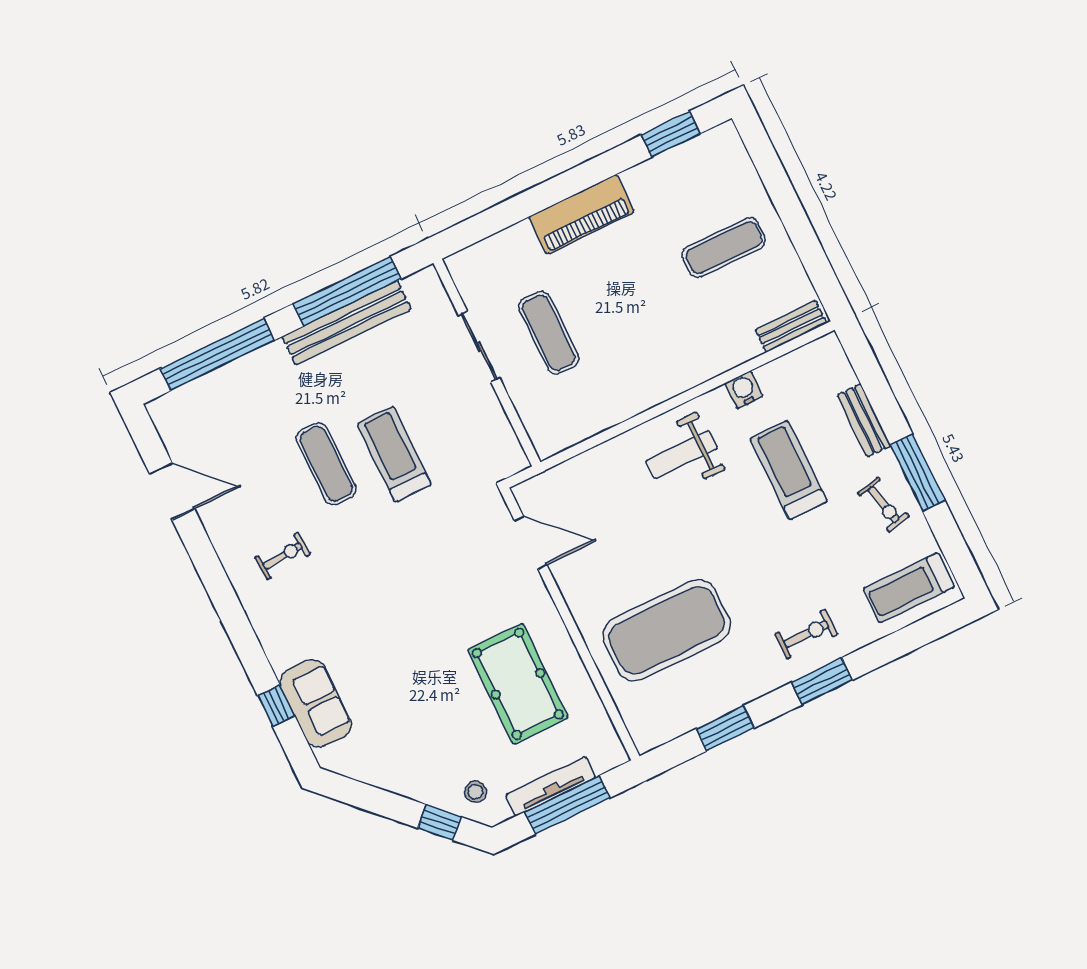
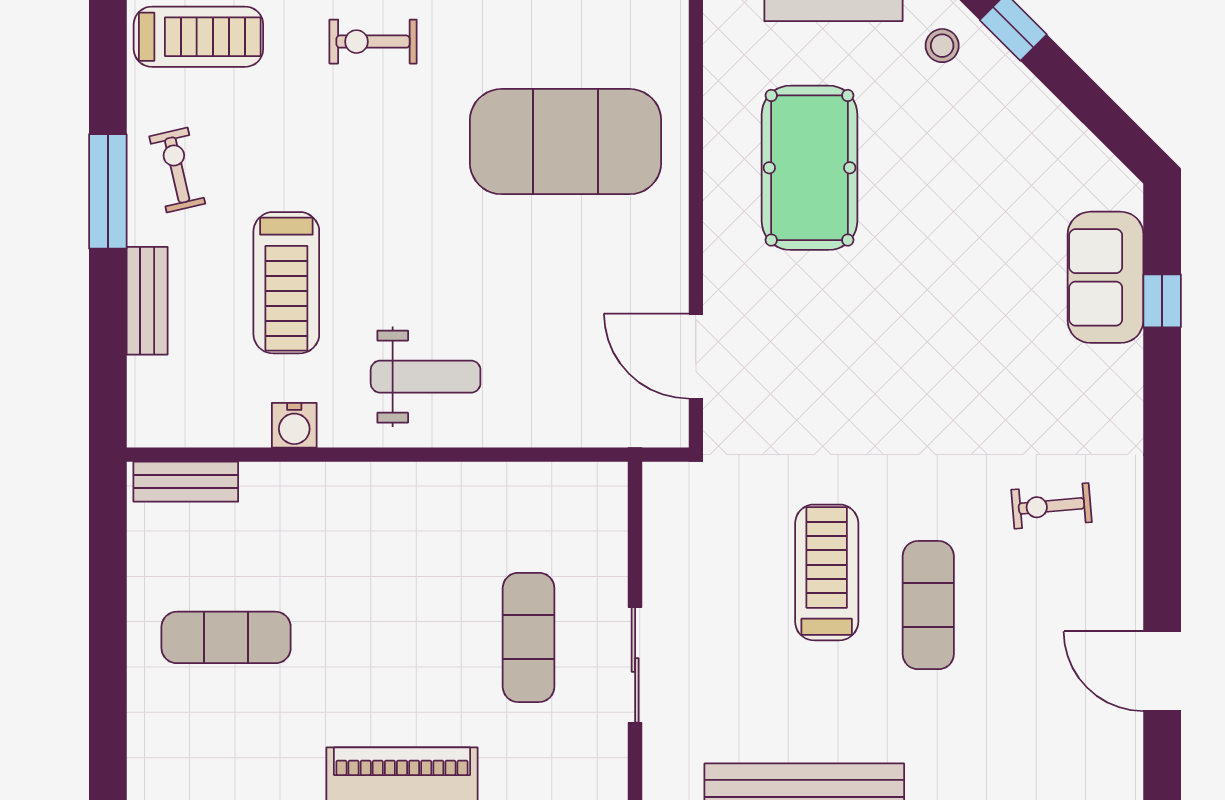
treadmill: (394, 454) -> (827, 572), turned 180

